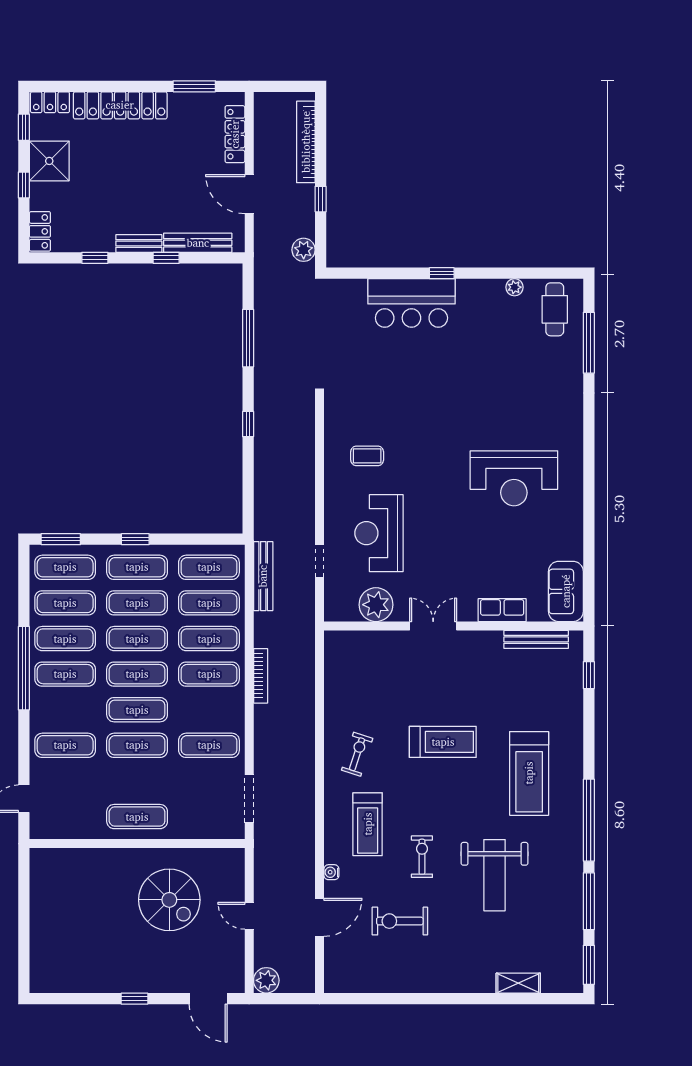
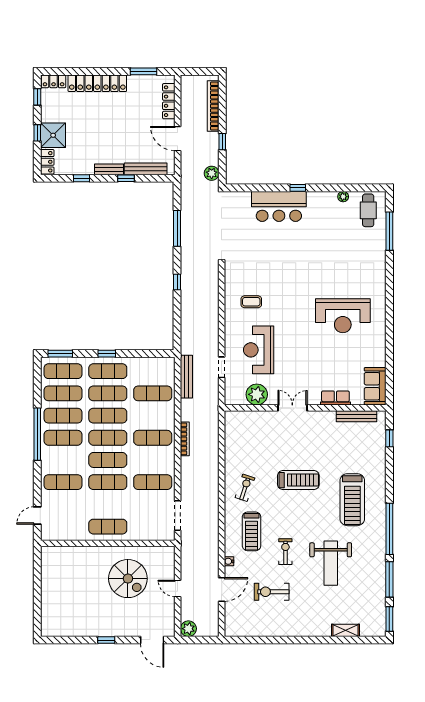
shower: (49, 161) -> (53, 135), moved
exercise mat: (209, 567) -> (153, 371), removed
exercise mat: (209, 639) -> (153, 416), removed

